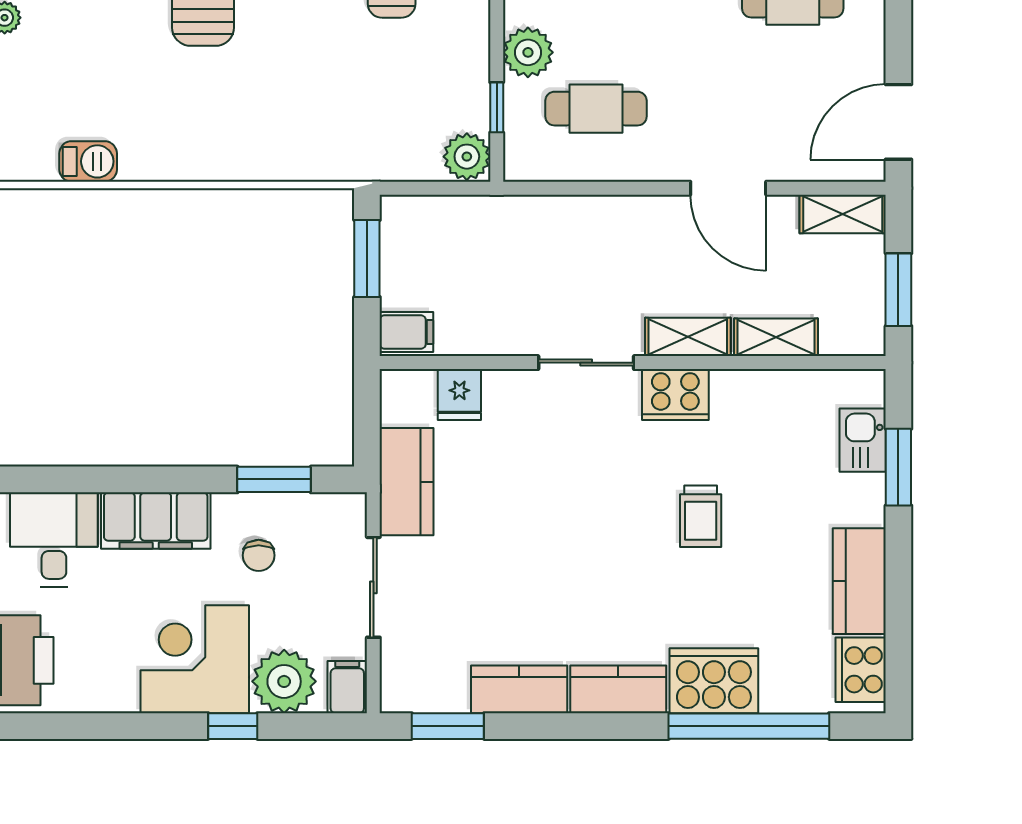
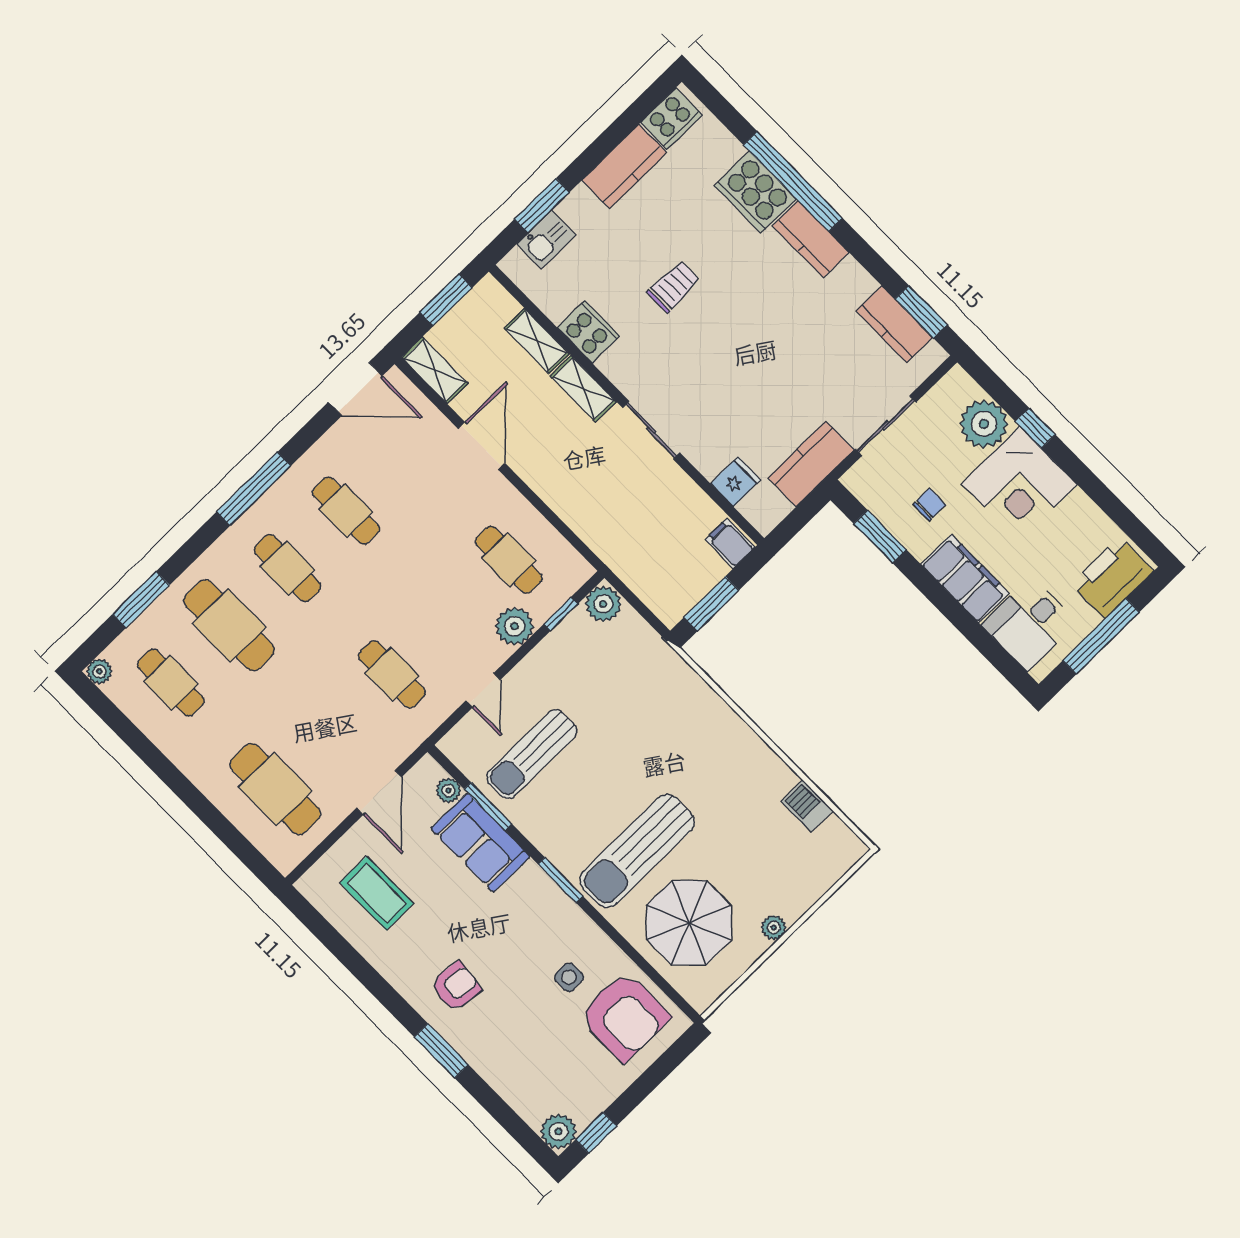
cooker: (675, 395) -> (588, 332), moved
filing cabinet: (347, 687) -> (953, 387), removed
kitchen counter: (519, 689) -> (894, 324), moved
window: (749, 726) -> (793, 181), moved

